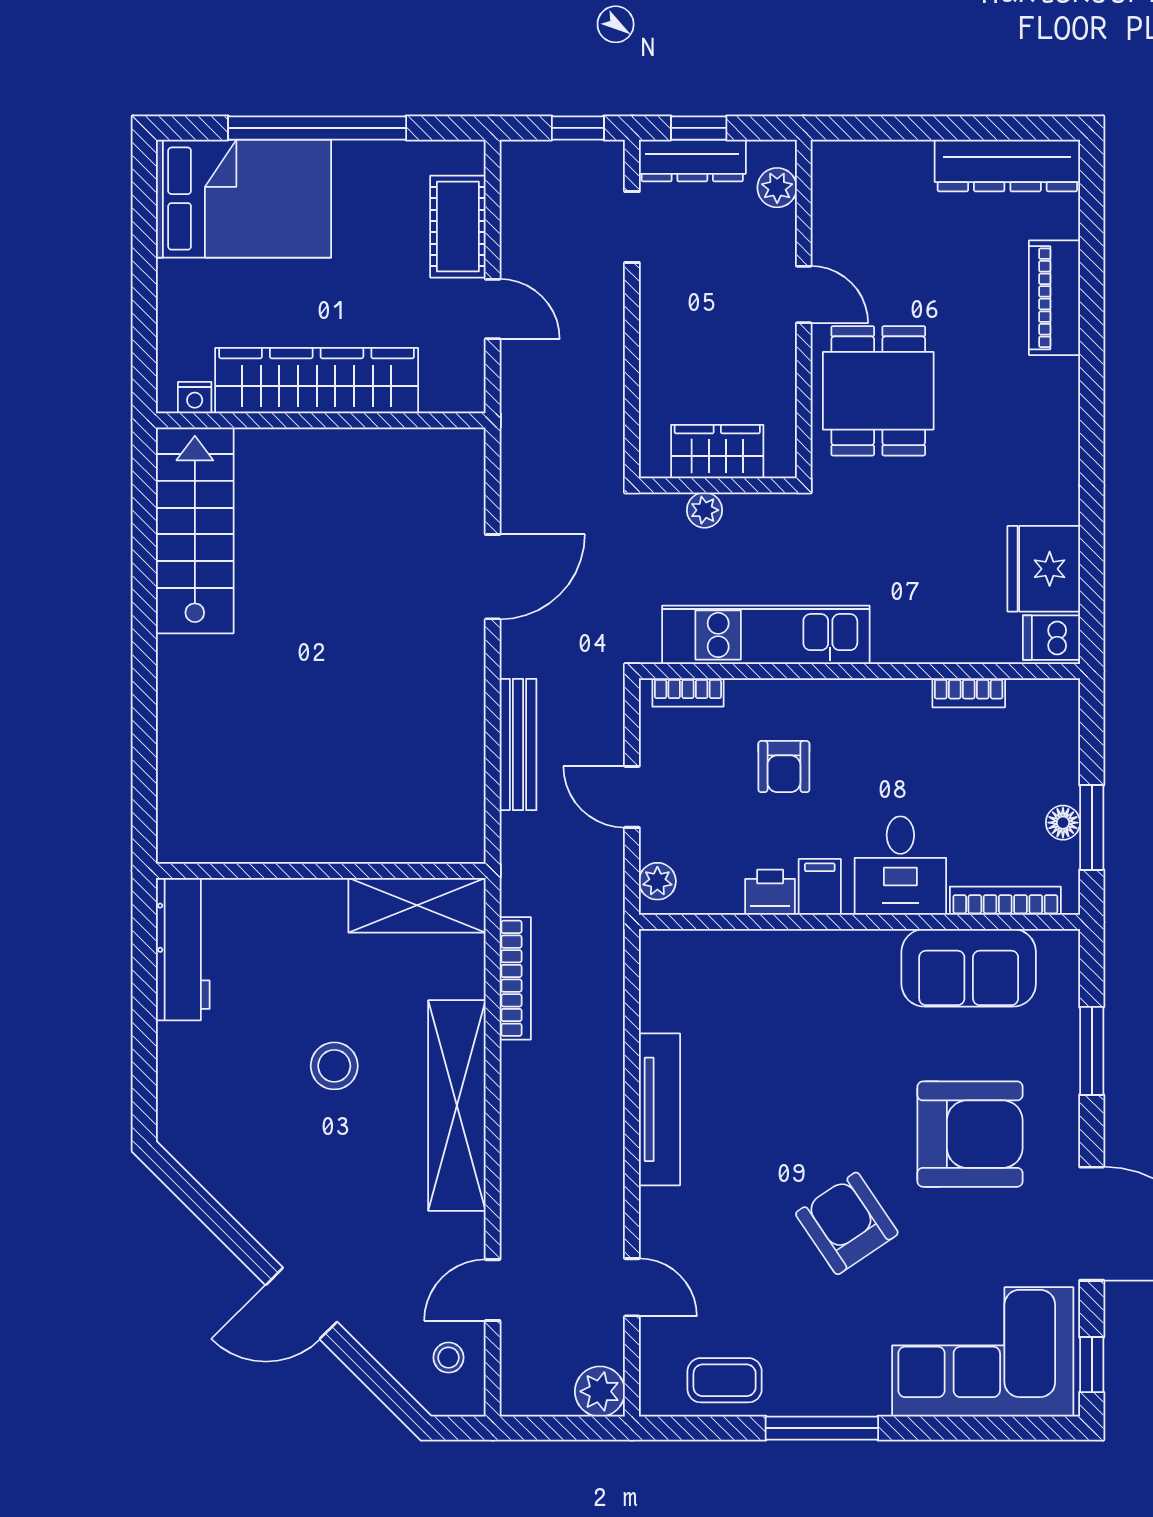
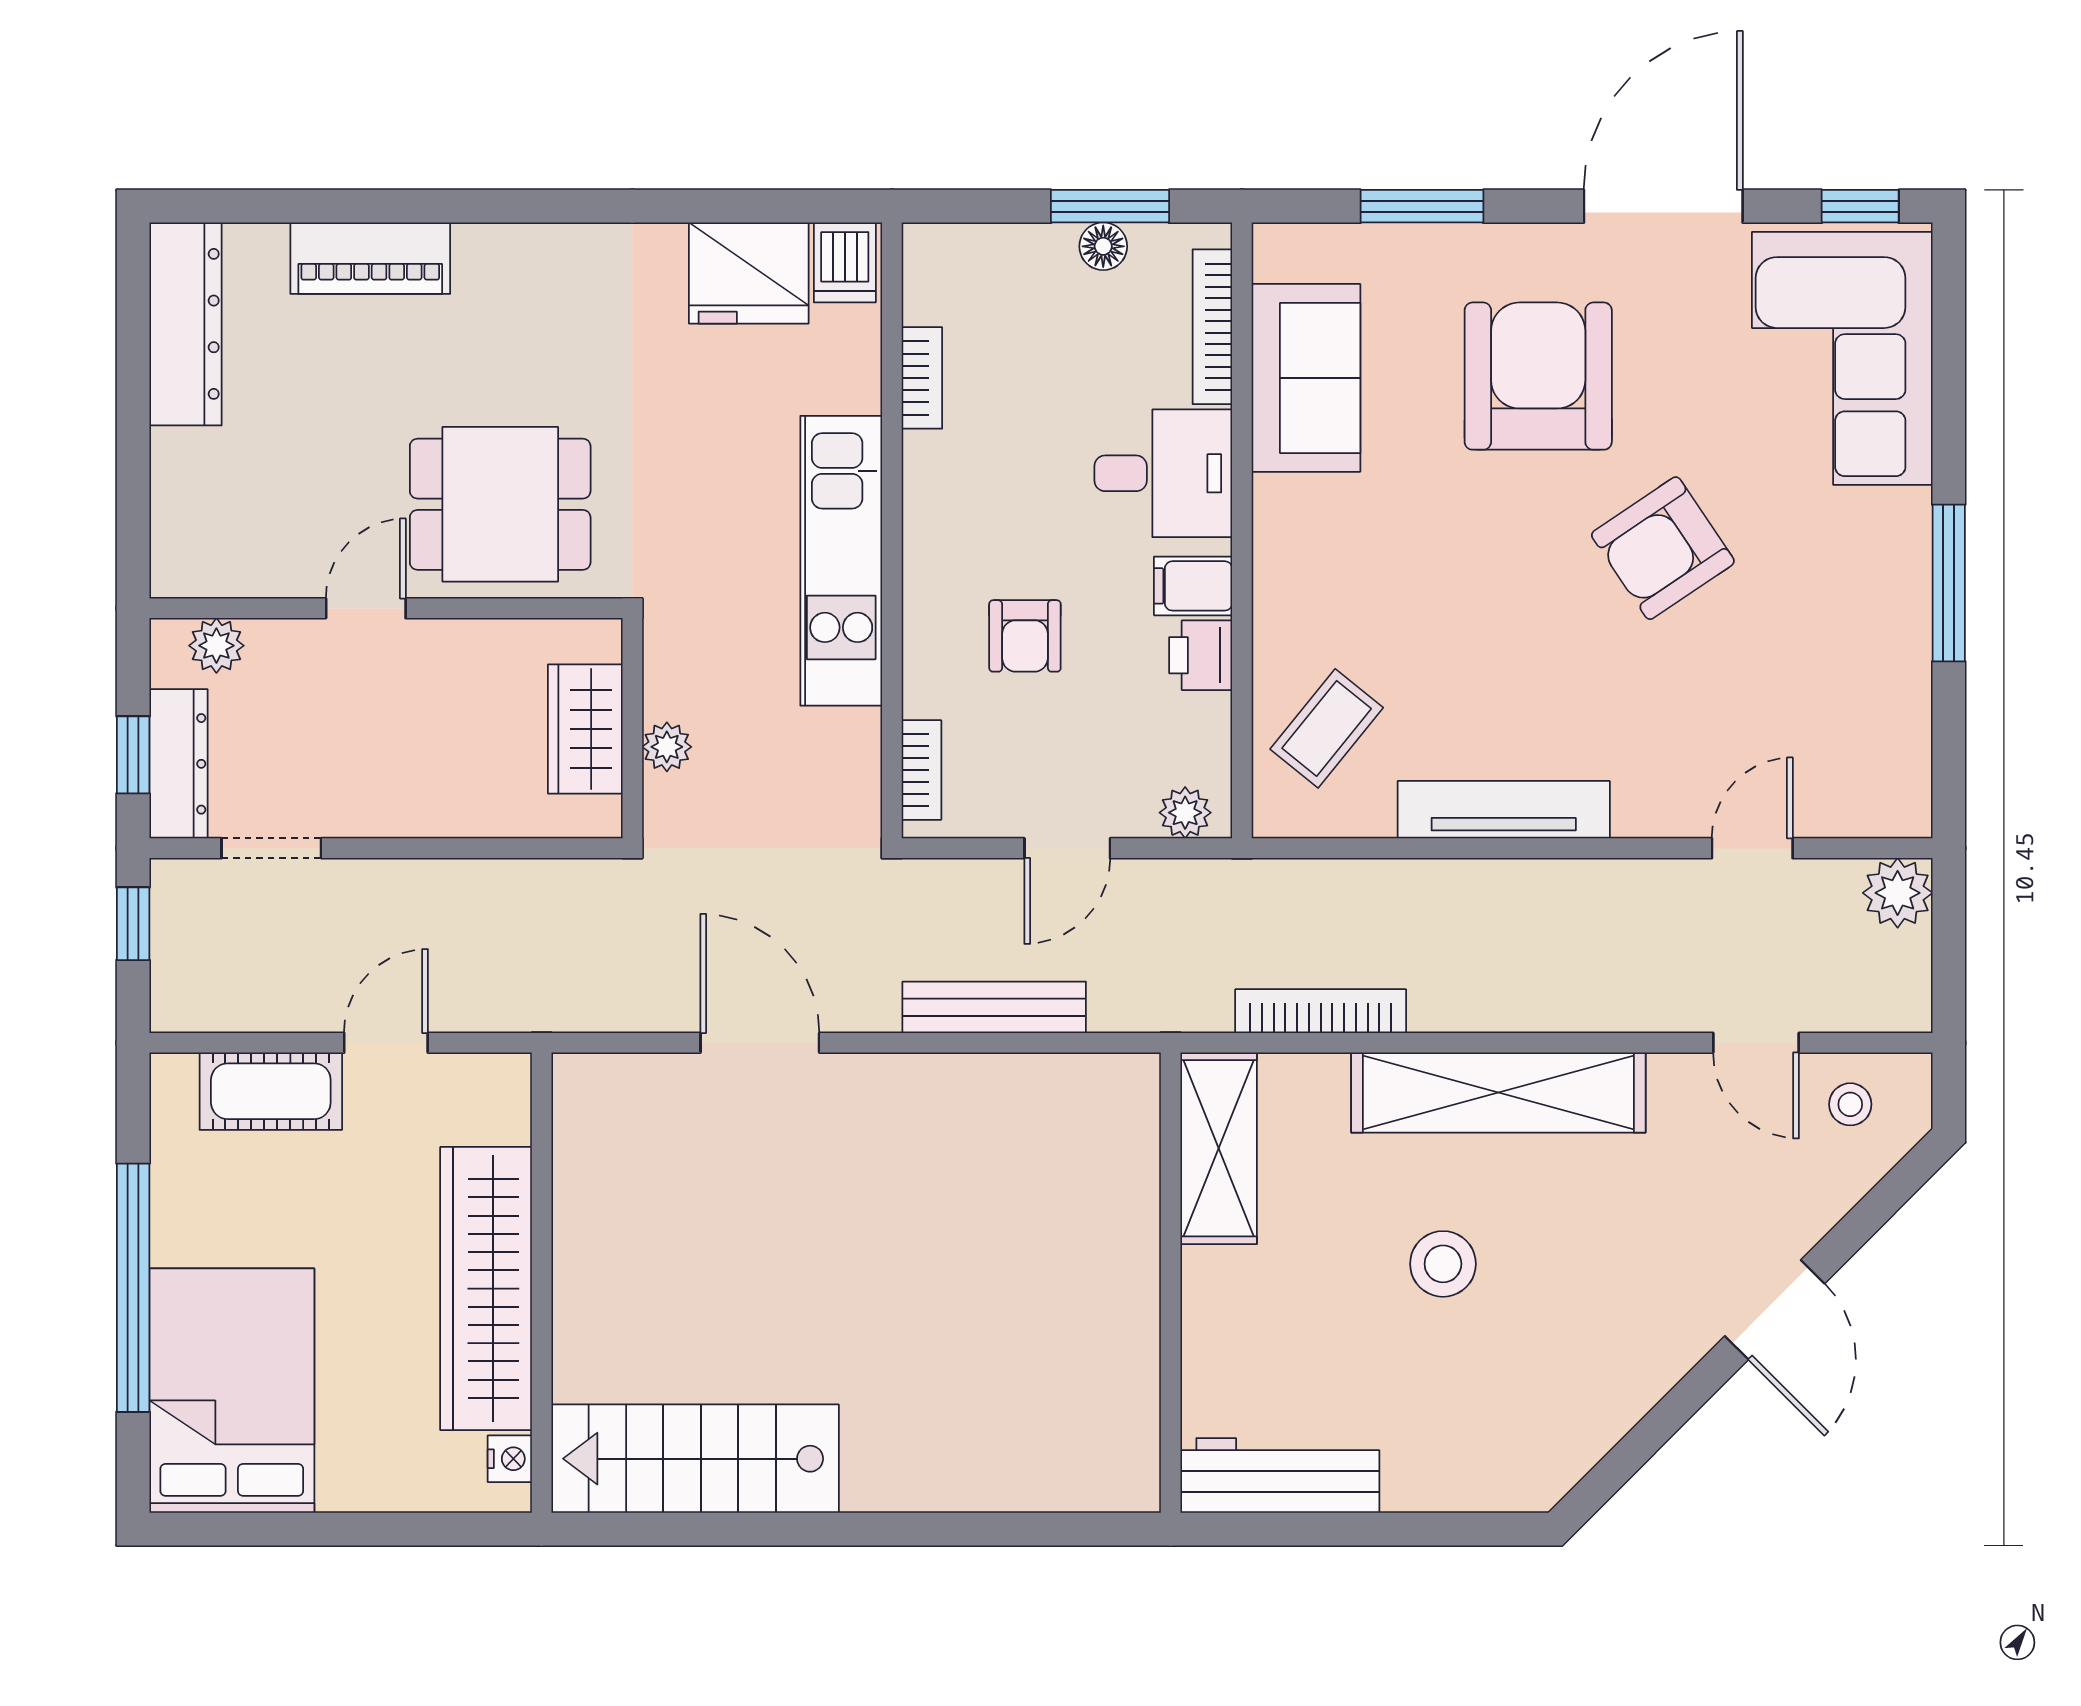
kitchen unit: (766, 635) -> (841, 561), moved
armchair: (784, 767) -> (1025, 636), turned 90
coffee table: (725, 1380) -> (1327, 728), moved, turned 39

